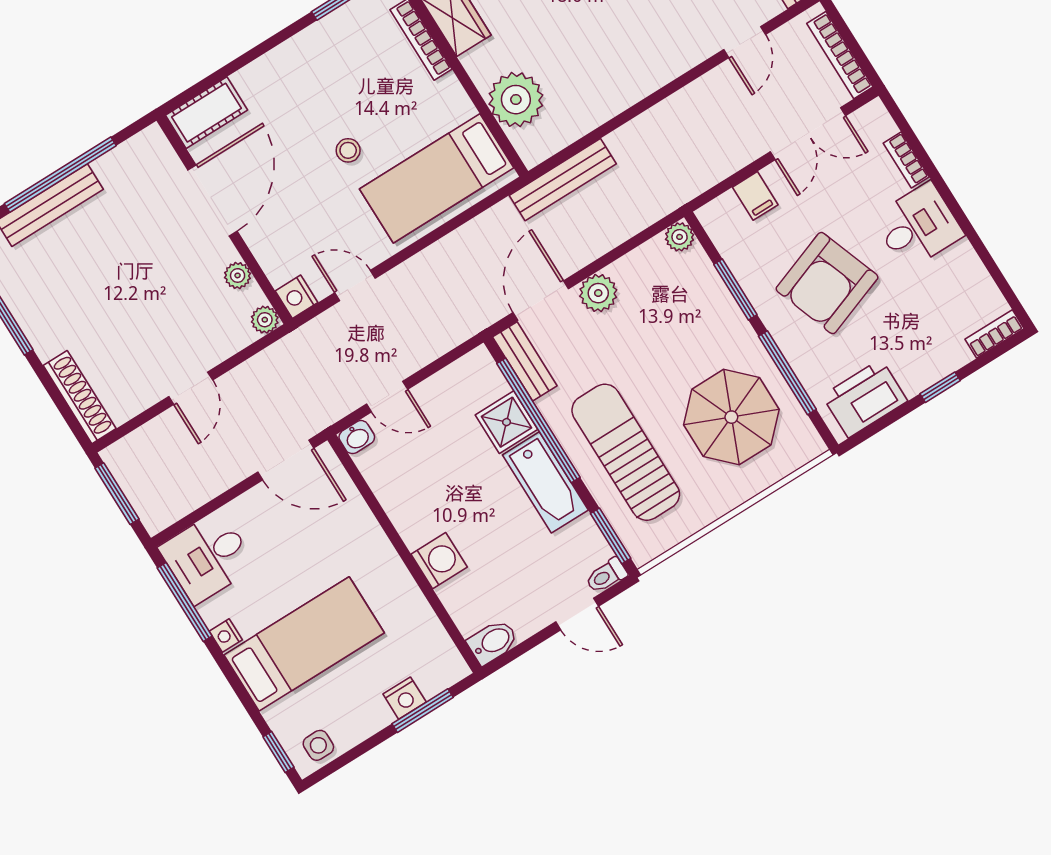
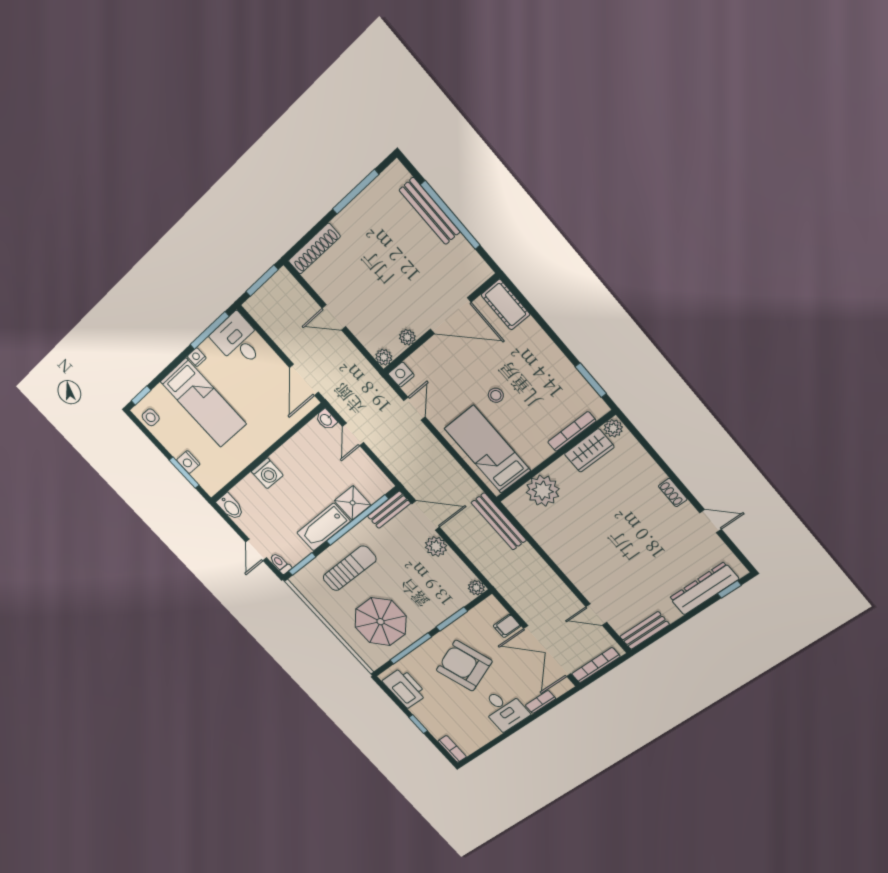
double door: (808, 134) -> (547, 651), width x1.37
sun lounger: (626, 452) -> (350, 568), width x0.73, depth x0.75

